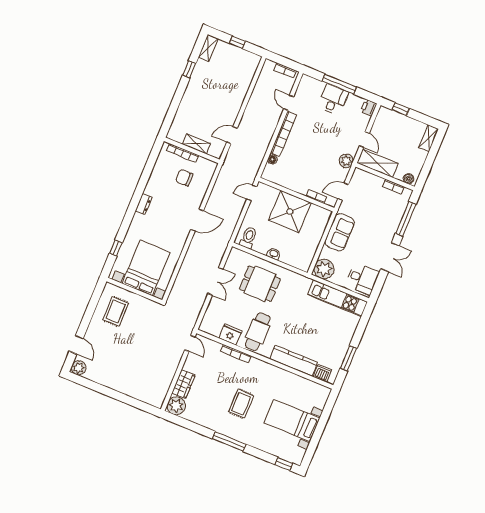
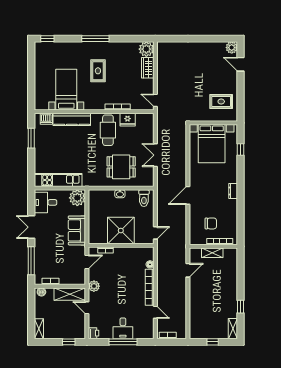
rug: (116, 311) -> (221, 102), turned 90
bed with nightstands: (292, 420) -> (66, 90), moved, turned -90

